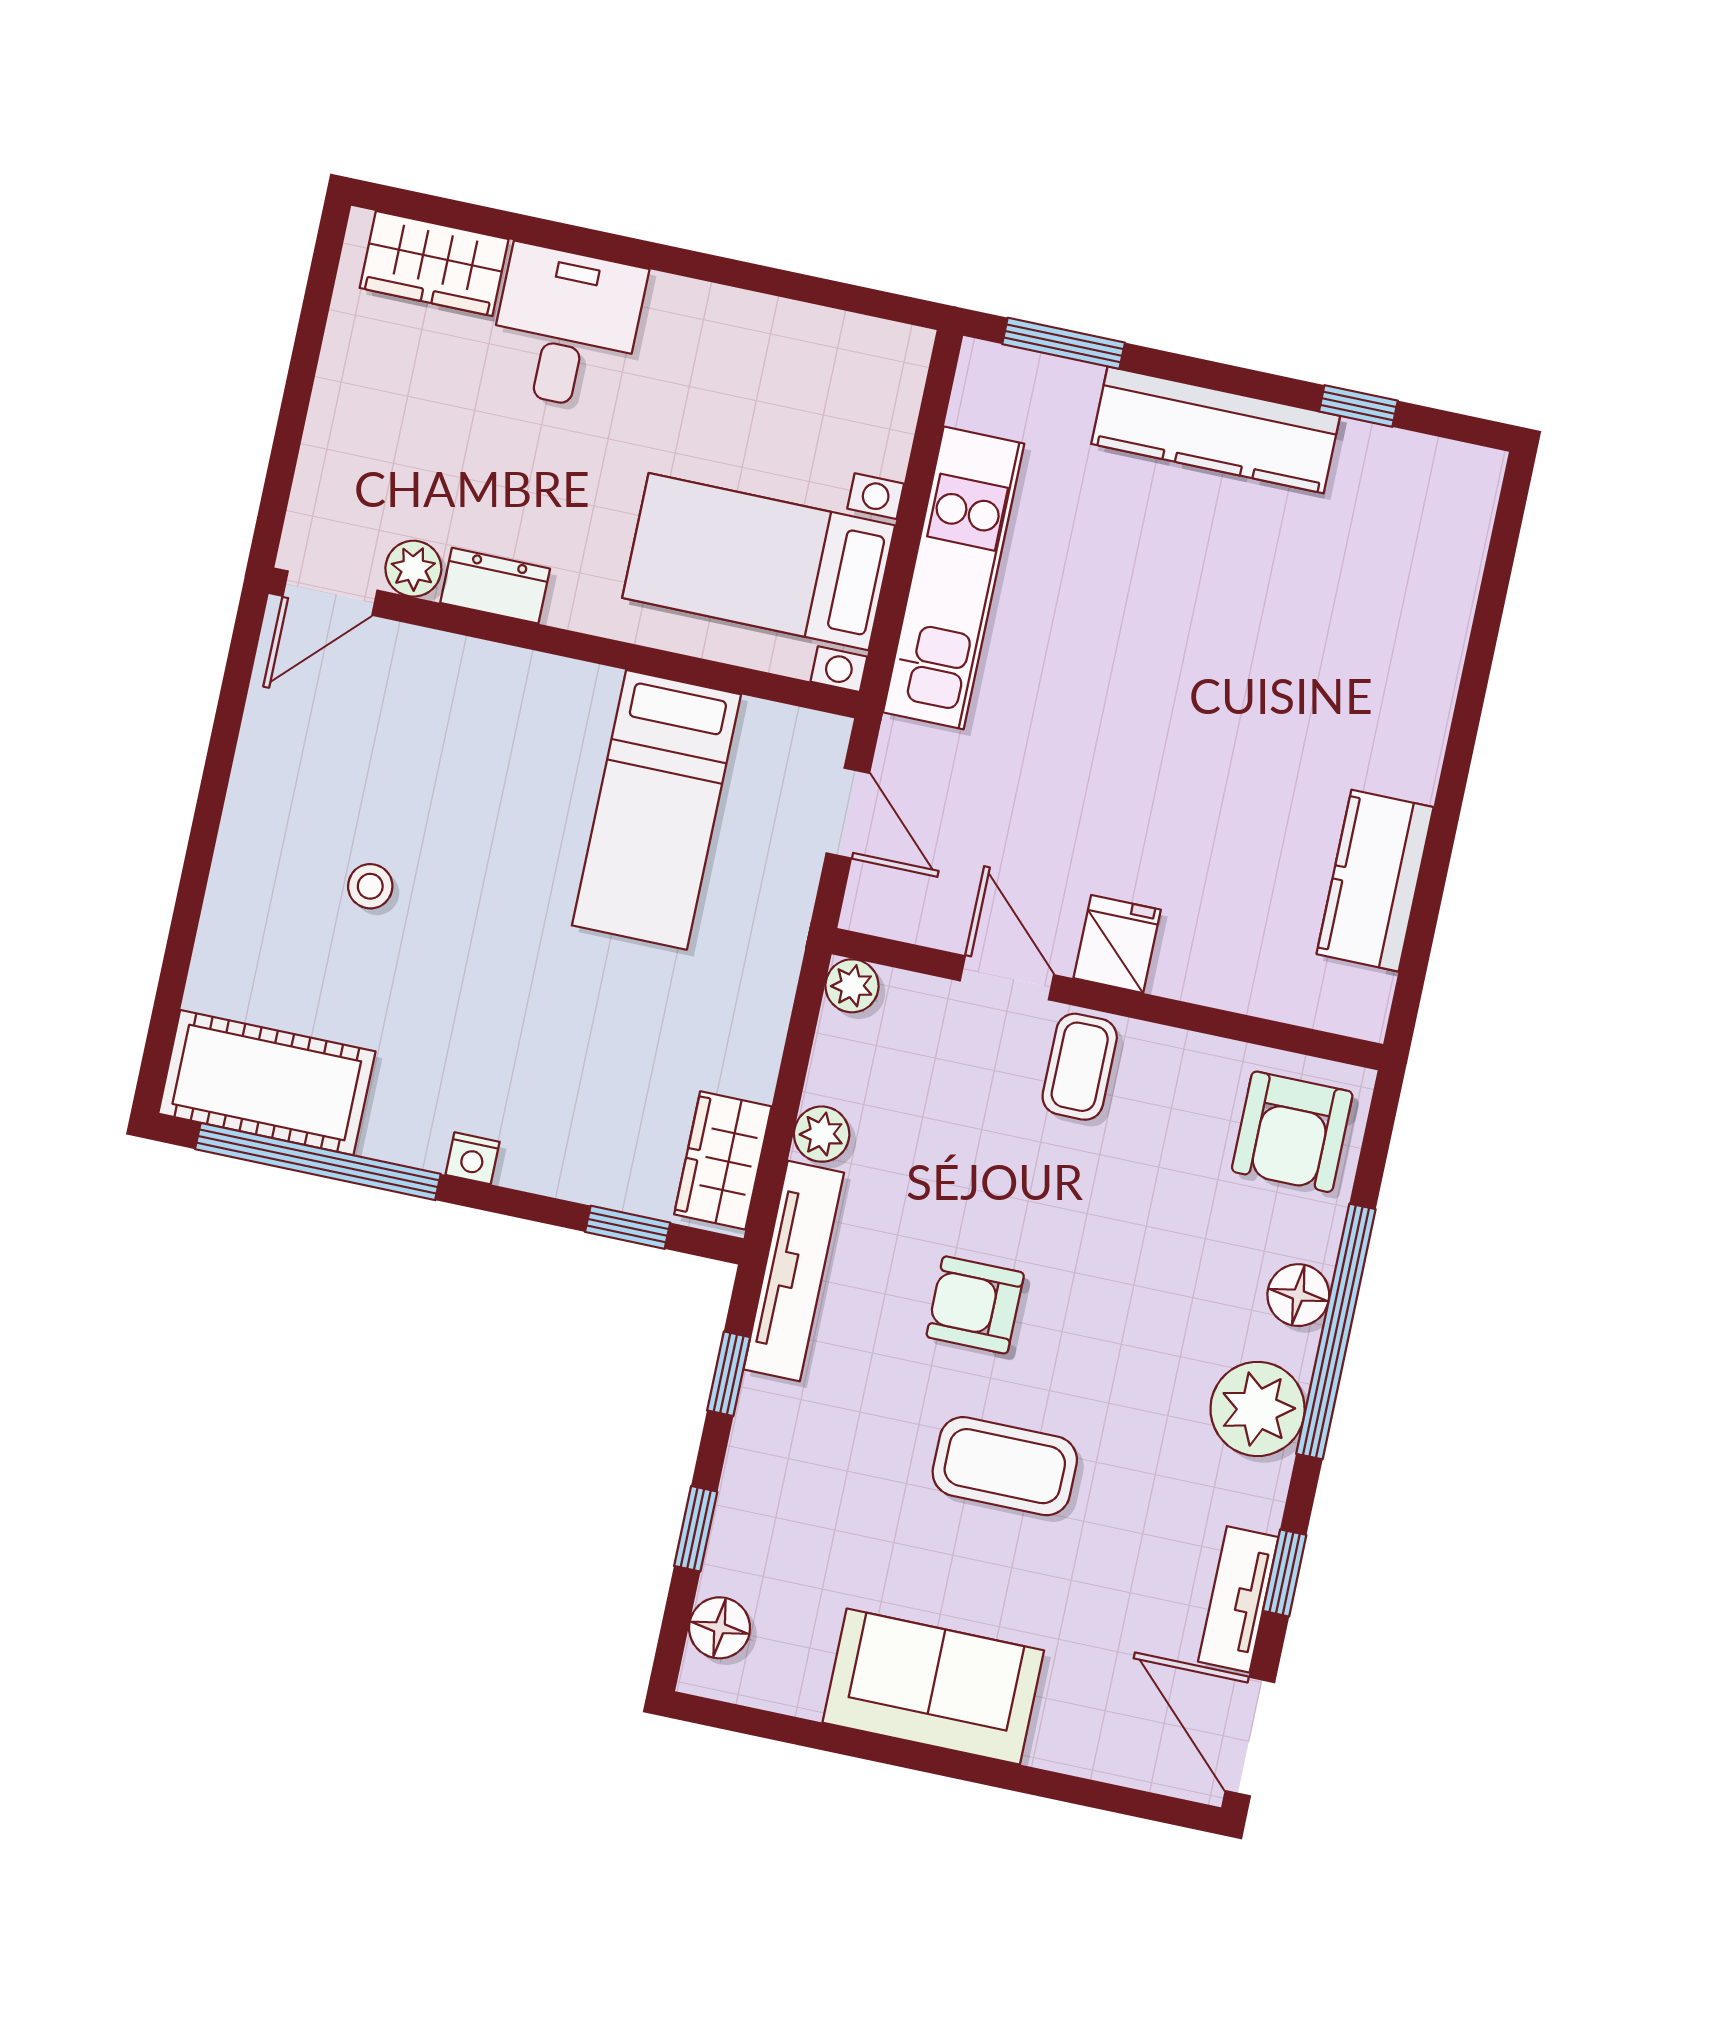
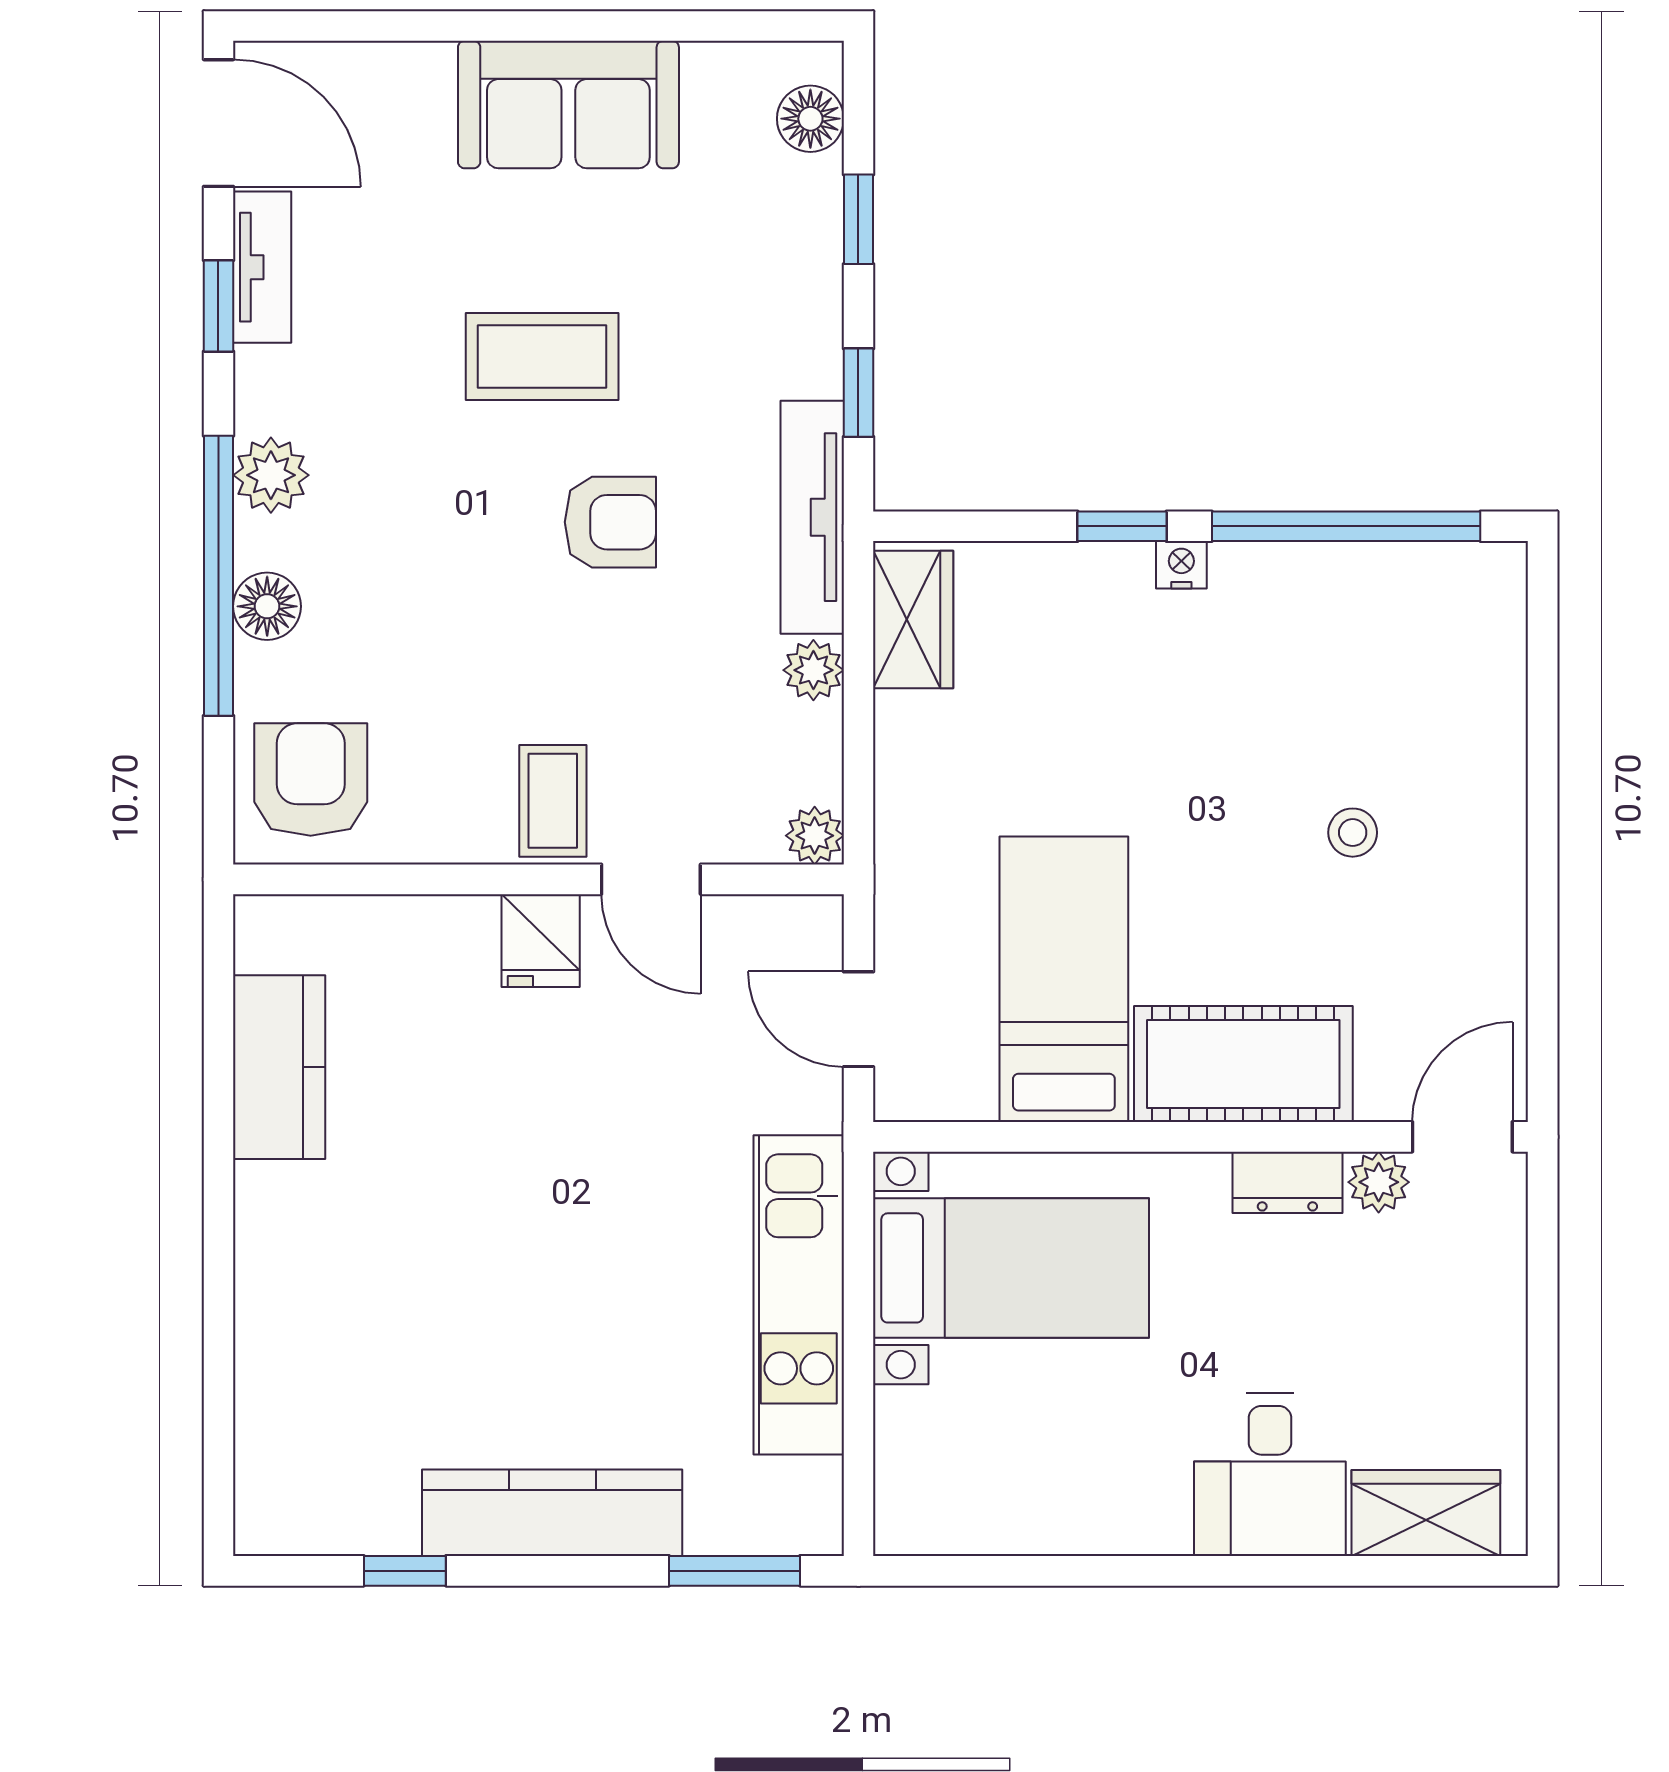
cot: (267, 1083) -> (1243, 1064), moved
window: (628, 1227) -> (1122, 526), moved
plant: (1258, 1409) -> (271, 475), width x0.73, depth x0.73

